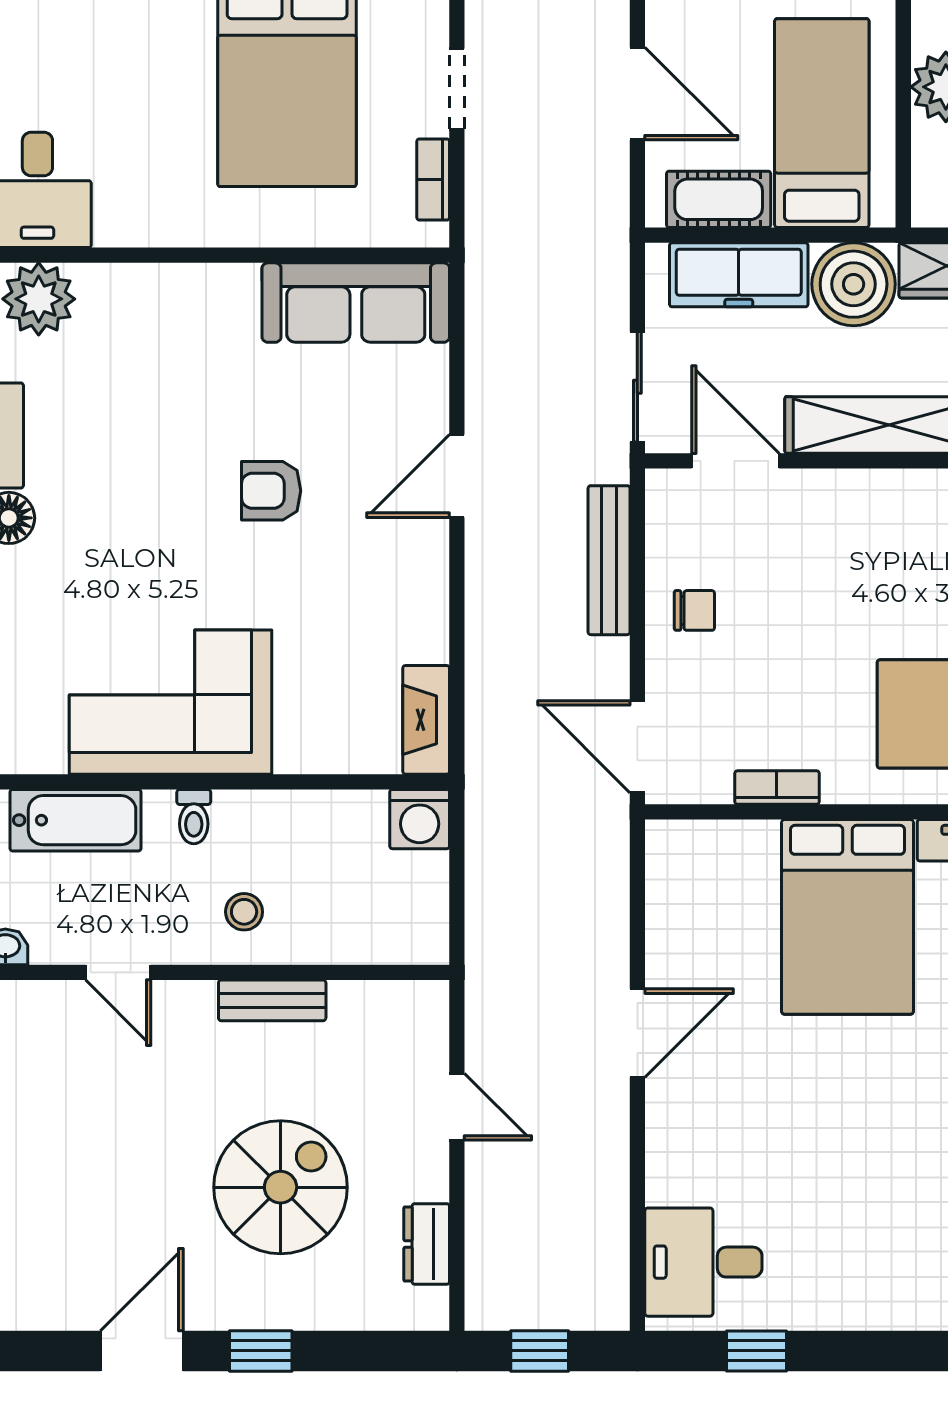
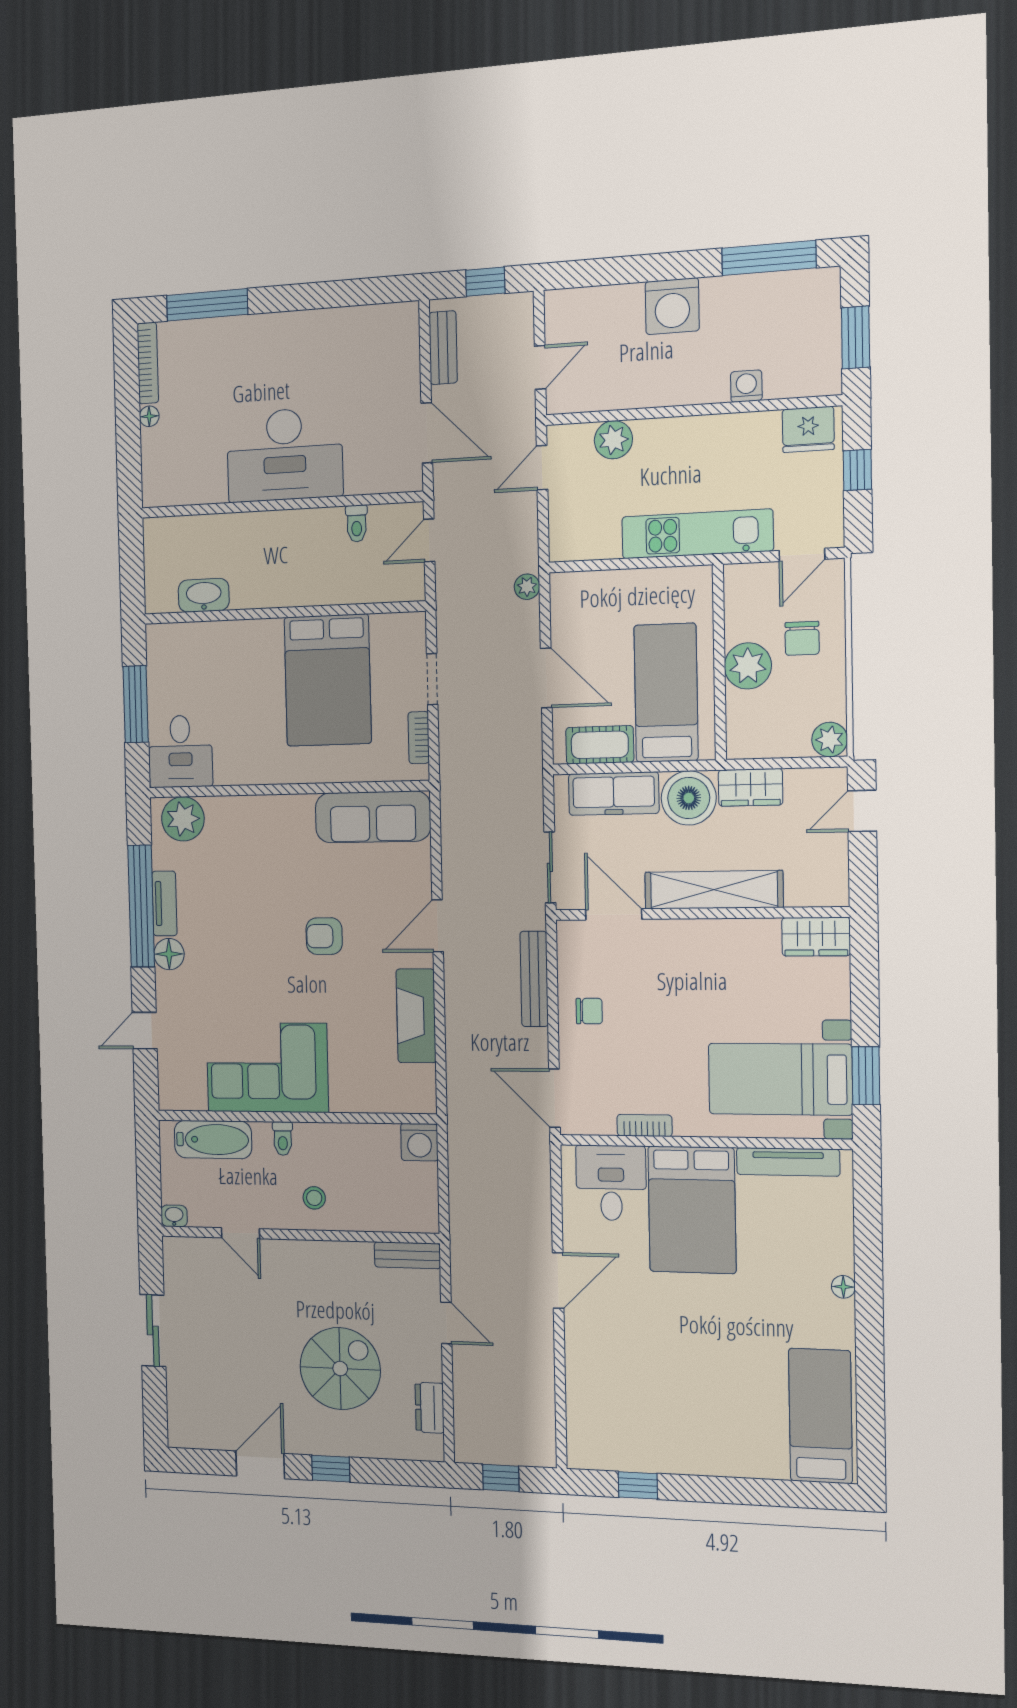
fireplace: (426, 720) -> (416, 1016), moved, width x1.37, depth x1.32
bench: (272, 1000) -> (407, 1255), moved
desk: (703, 1262) -> (611, 1183), moved, turned 90

